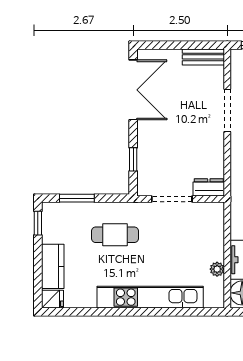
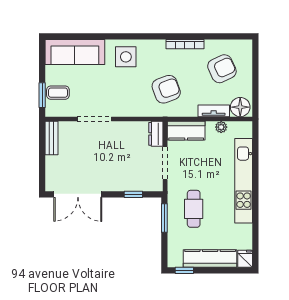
double door: (133, 90) -> (78, 194), swing flipped
window: (77, 198) -> (164, 218), moved
kitchen counter: (213, 225) -> (186, 131), added
kitchen counter: (53, 266) -> (210, 258), width x1.50

